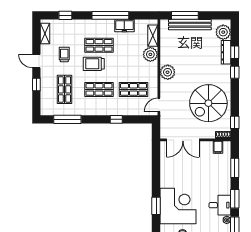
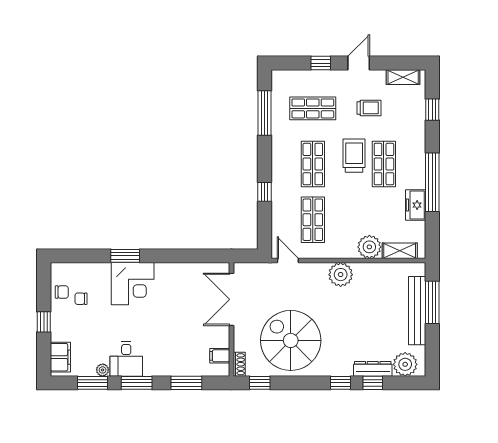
corner desk: (178, 206) -> (133, 284), width x0.74, depth x0.74

